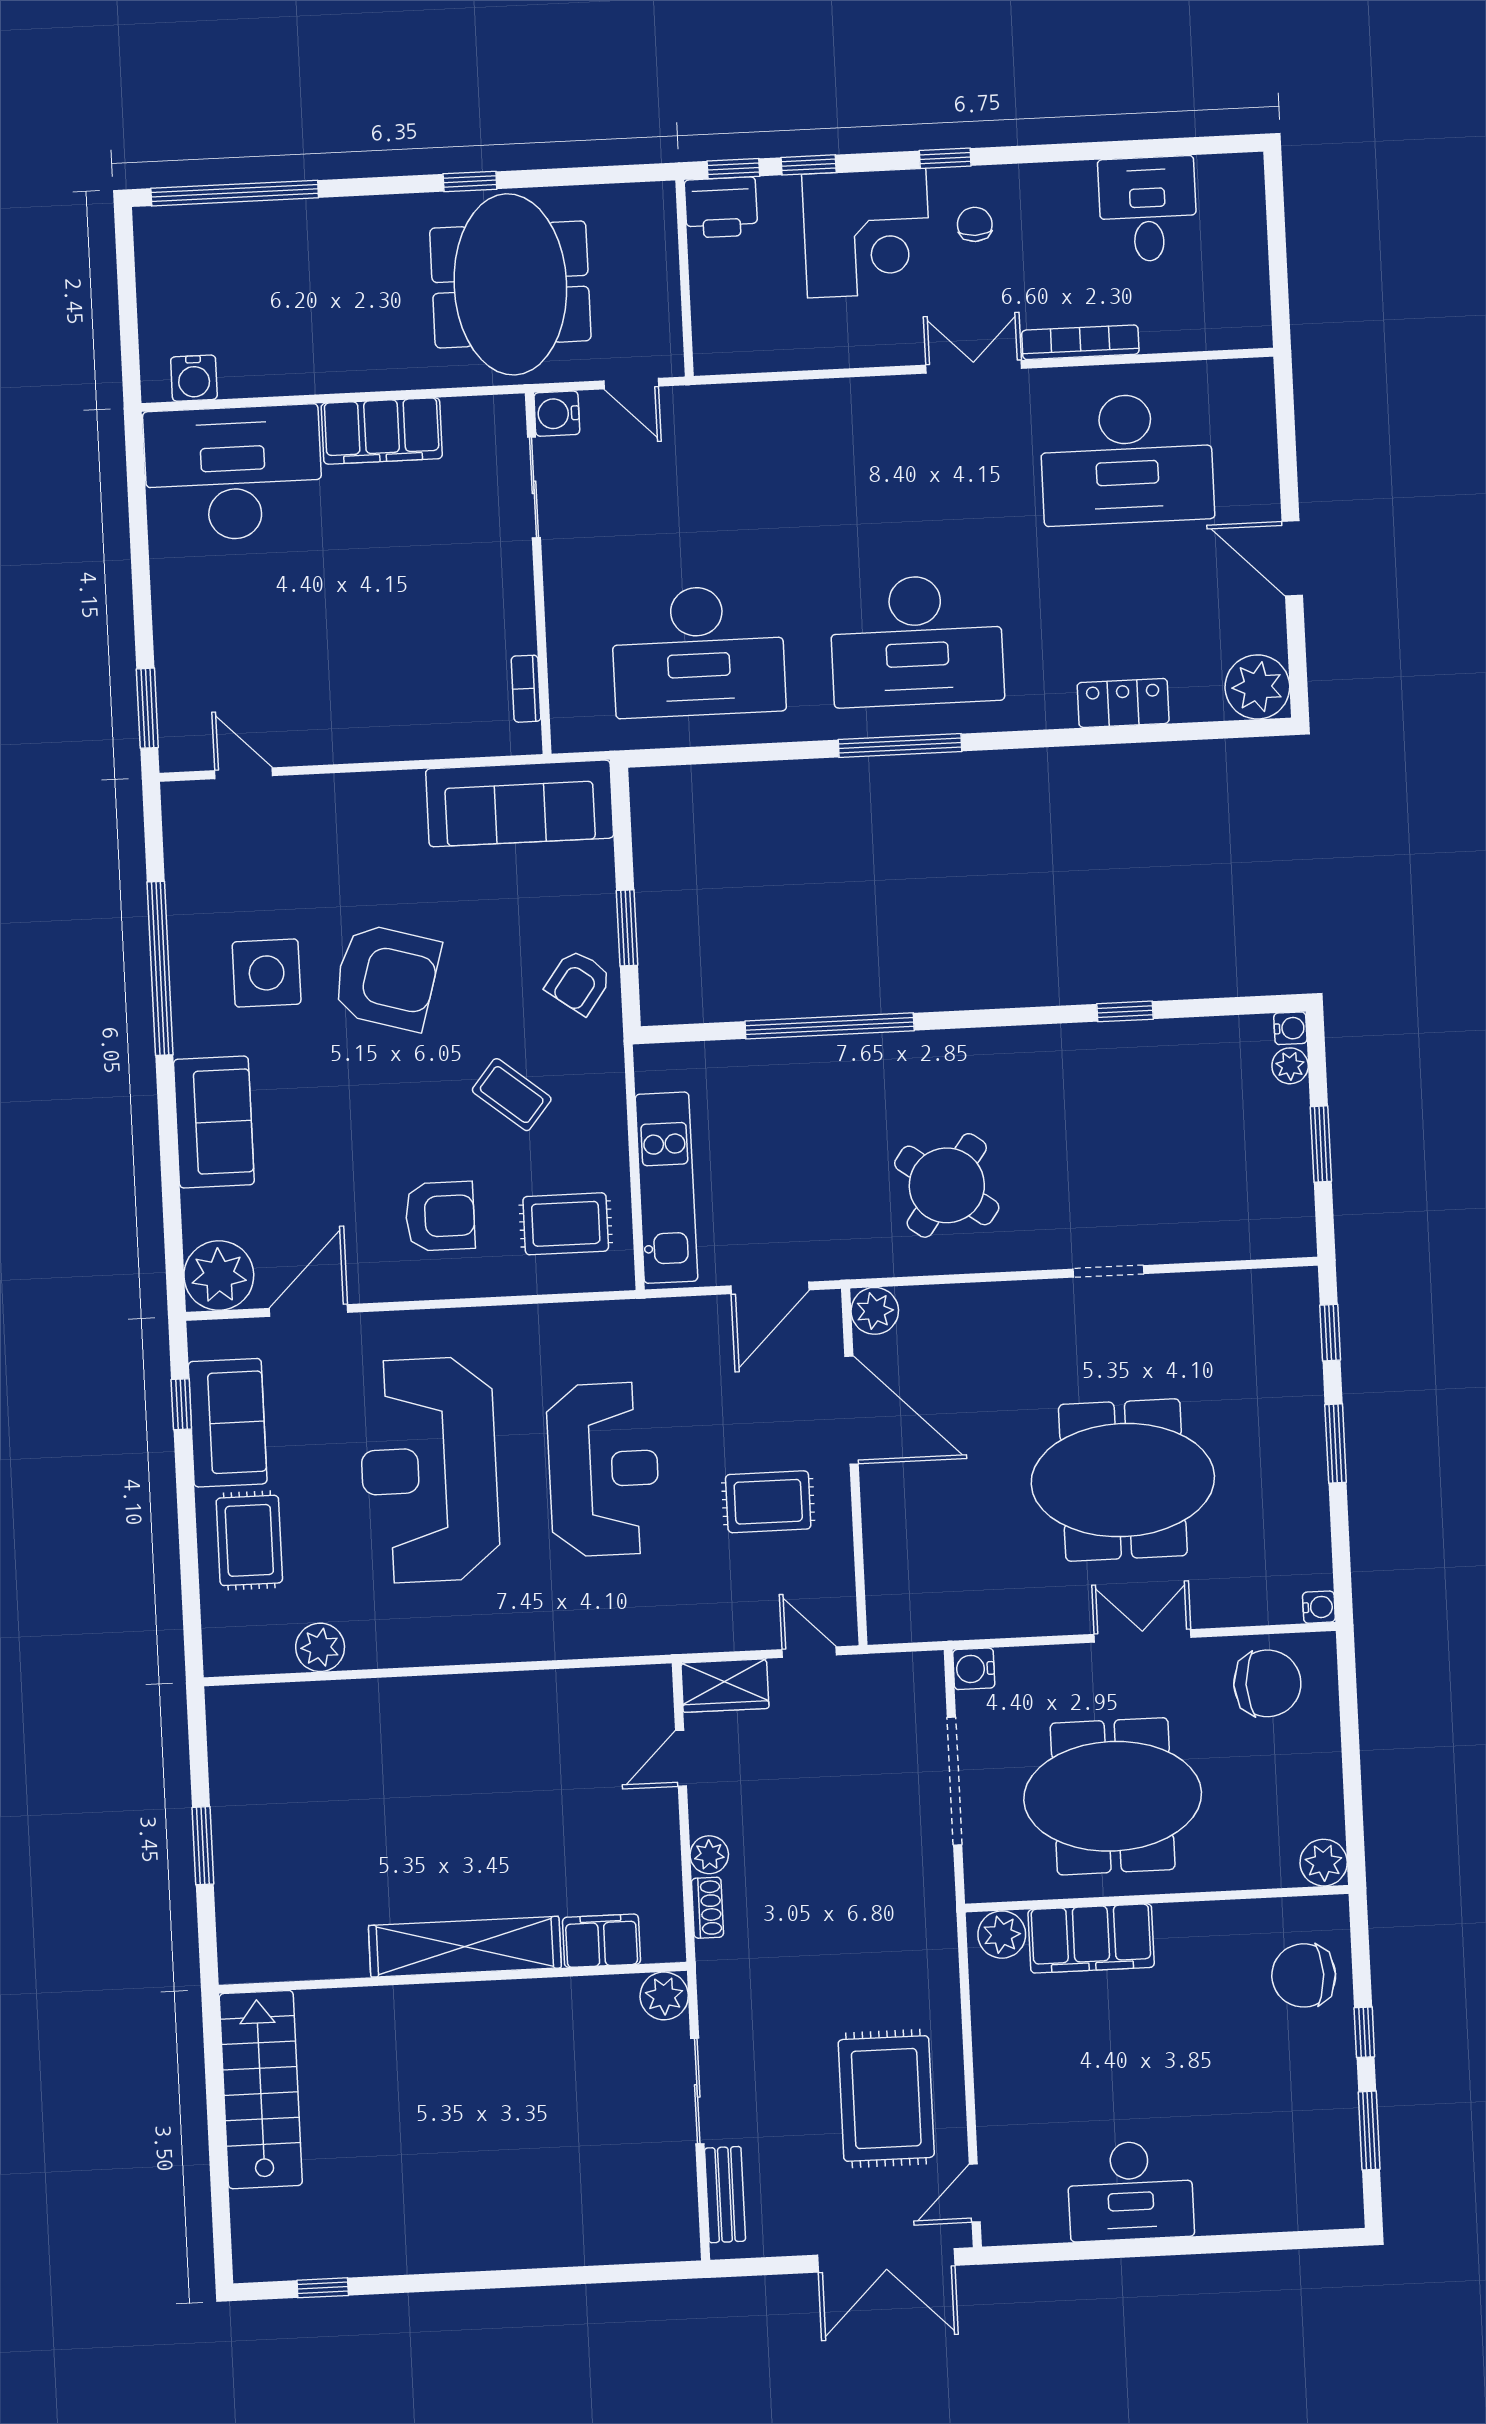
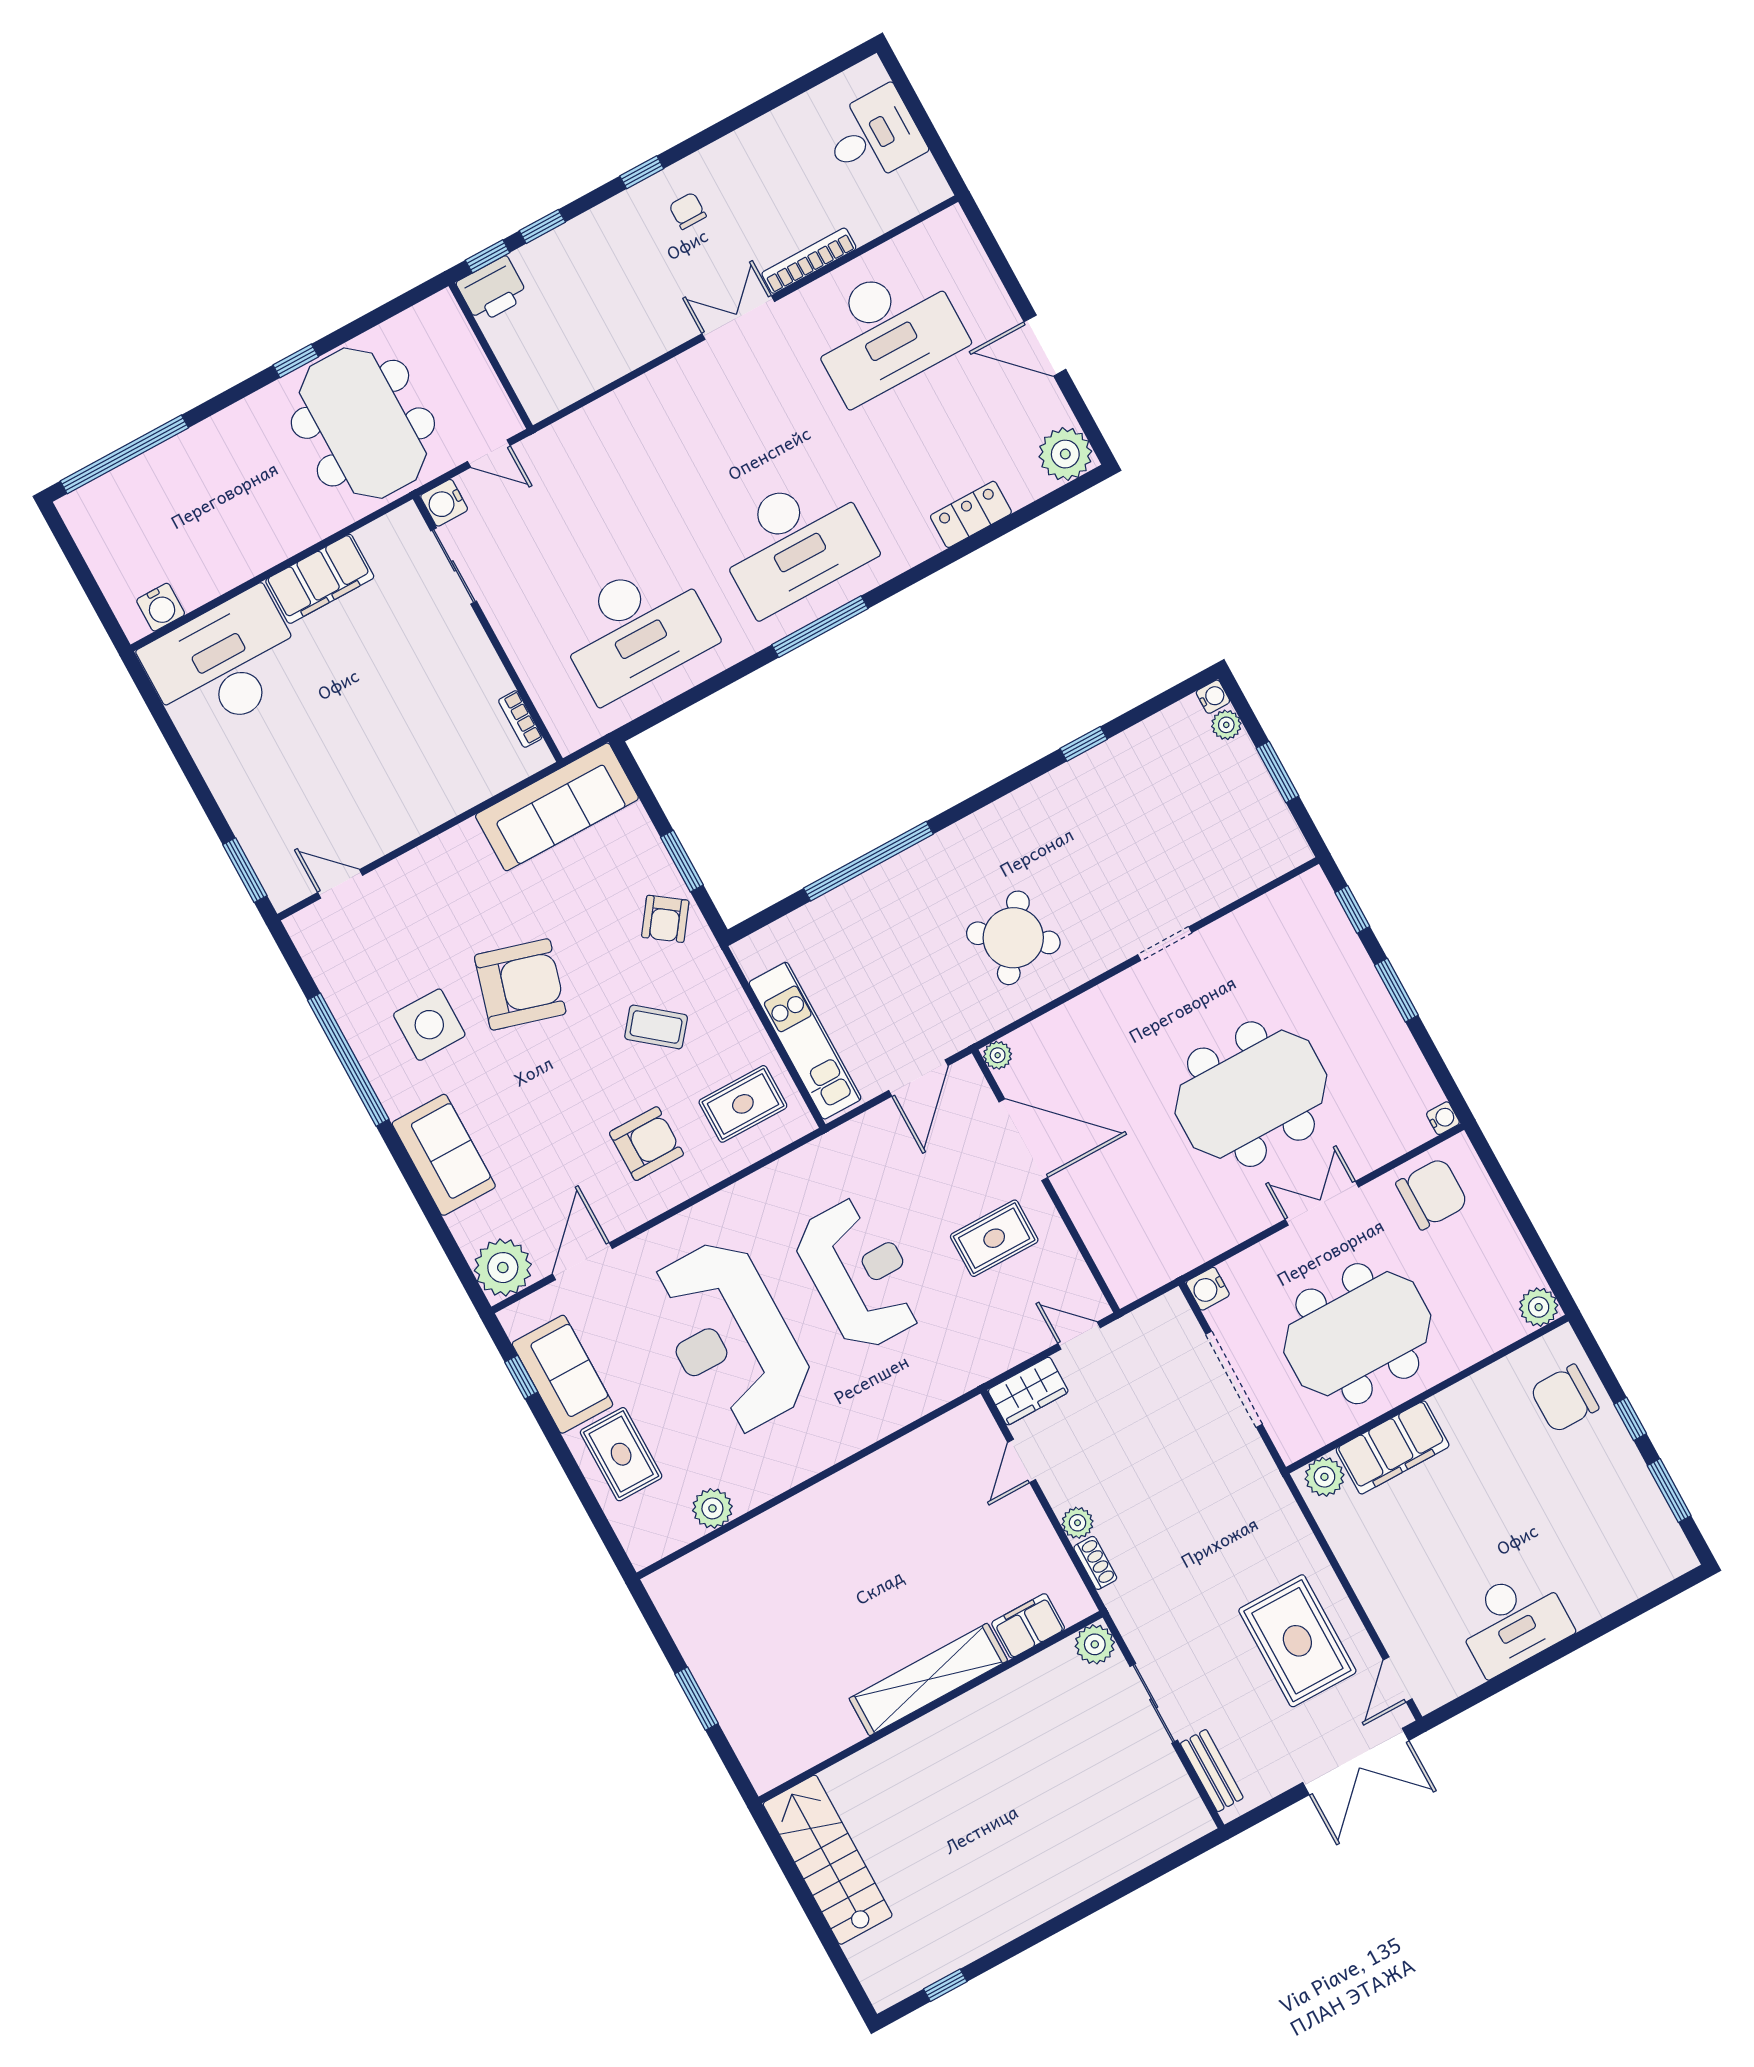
desk: (1148, 209) -> (873, 136), moved, turned 90
corner desk: (867, 233) -> (610, 256), removed
plant: (875, 1311) -> (998, 1055), width x0.73, depth x0.73

